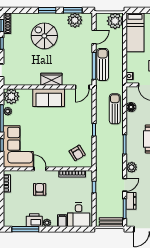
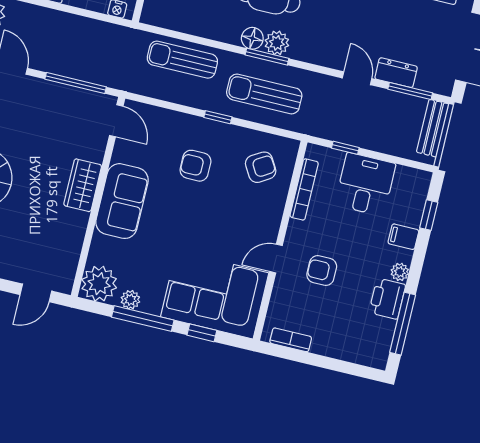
sun lounger: (103, 65) -> (264, 94), moved
floor lamp: (131, 107) -> (252, 38), moved
armchair: (71, 125) -> (195, 166), added
plant: (132, 167) -> (277, 43), moved
desk: (79, 215) -> (365, 184), moved, turned -90
window: (74, 229) -> (429, 215), added

